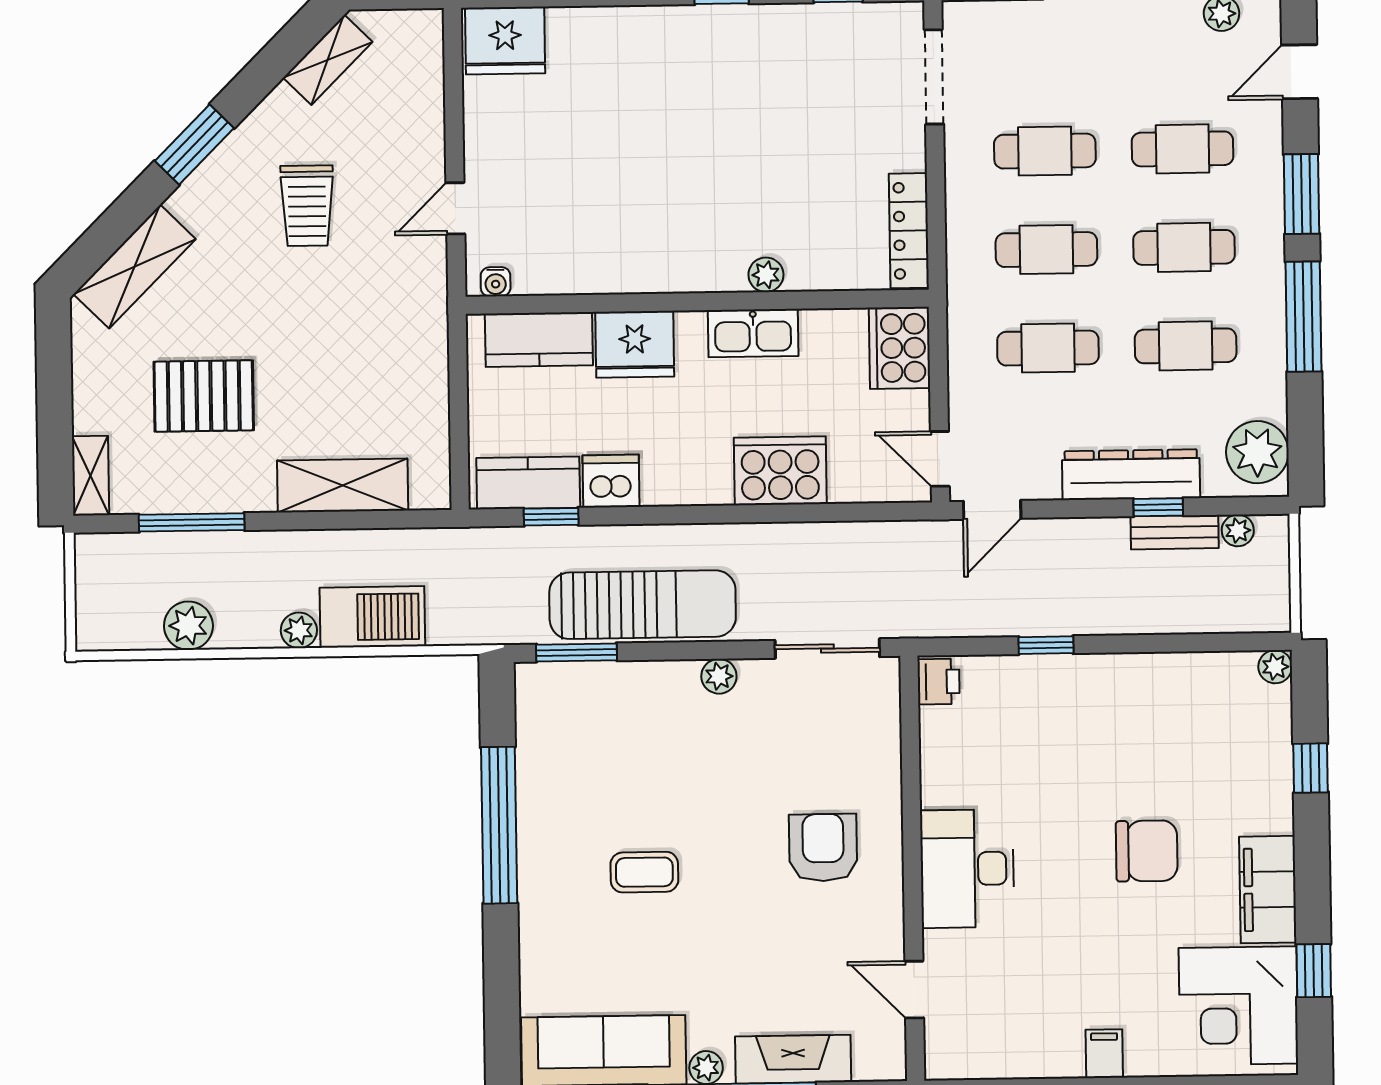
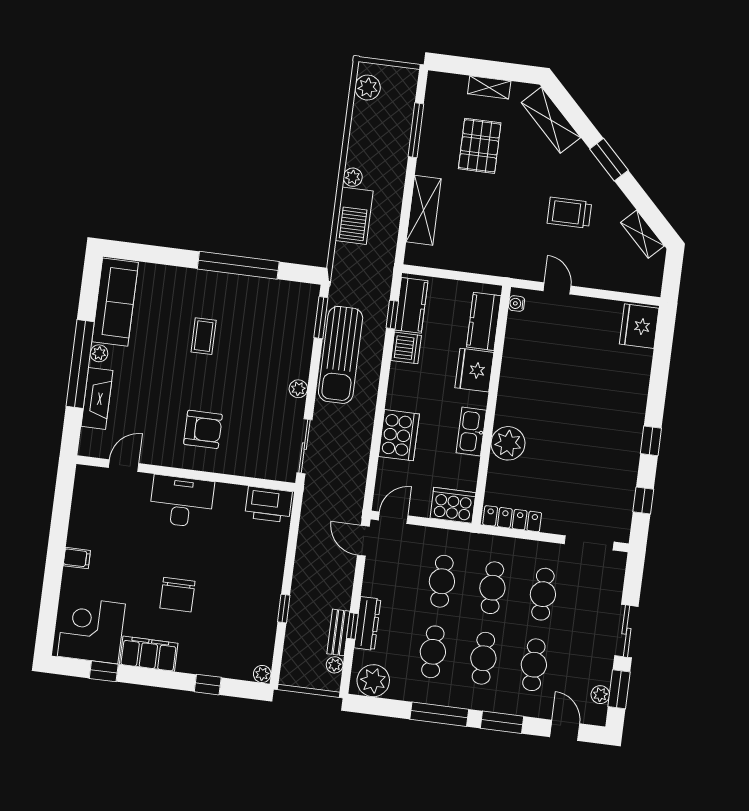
plant: (766, 275) -> (508, 443), width x1.87, depth x1.87
dresser: (1131, 475) -> (367, 623), width x0.73, depth x0.80
shelving: (90, 476) -> (489, 87), moved
plant: (188, 626) -> (368, 88), moved
window: (1046, 645) -> (284, 609), moved
printer: (939, 682) -> (269, 504), width x1.87, depth x1.48

